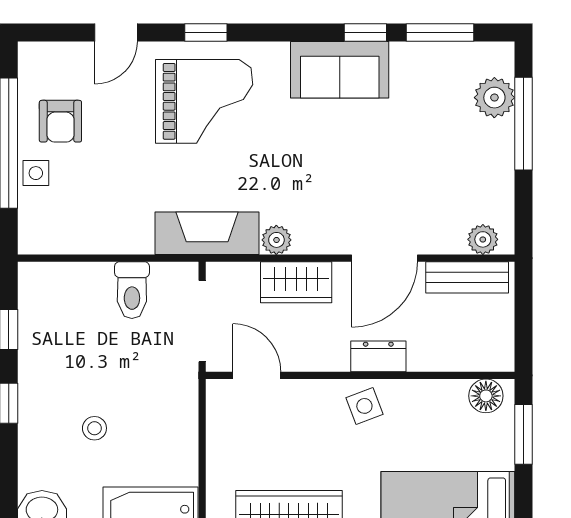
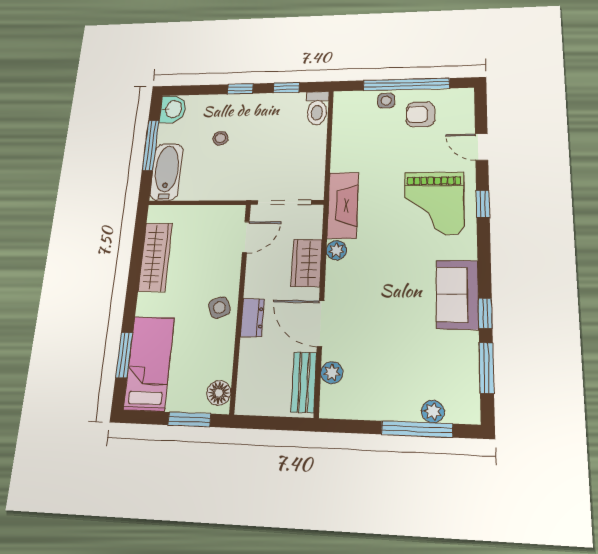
plant: (494, 98) -> (433, 412), width x0.73, depth x0.73
plant: (483, 239) -> (332, 373), moved
toilet: (132, 290) -> (317, 108), moved, turned -90

